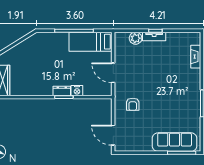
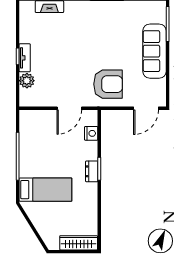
bed: (90, 42) -> (45, 190), moved, turned -90
nightstand: (77, 91) -> (91, 133), moved
armchair: (133, 104) -> (108, 84), width x1.88, depth x1.88
sofa: (175, 142) -> (154, 51), moved

